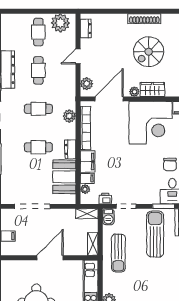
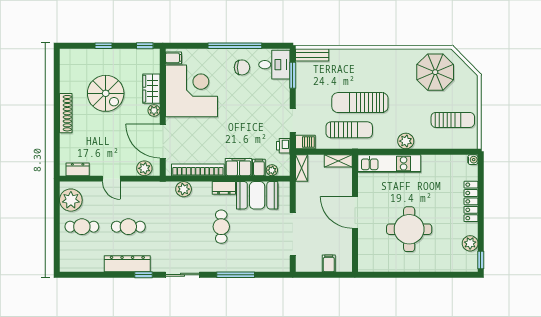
shoe rack: (144, 19) -> (66, 113), moved
cafe table: (38, 109) -> (175, 227), removed
sun lounger: (155, 234) -> (360, 103), moved

